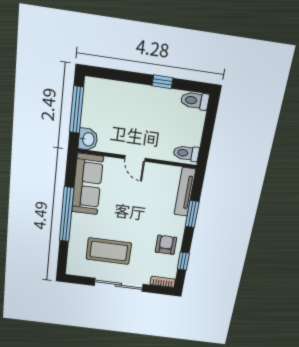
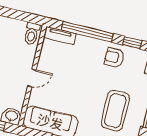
tv unit: (185, 192) -> (60, 36), width x0.71
window: (192, 214) -> (87, 32), width x2.11

